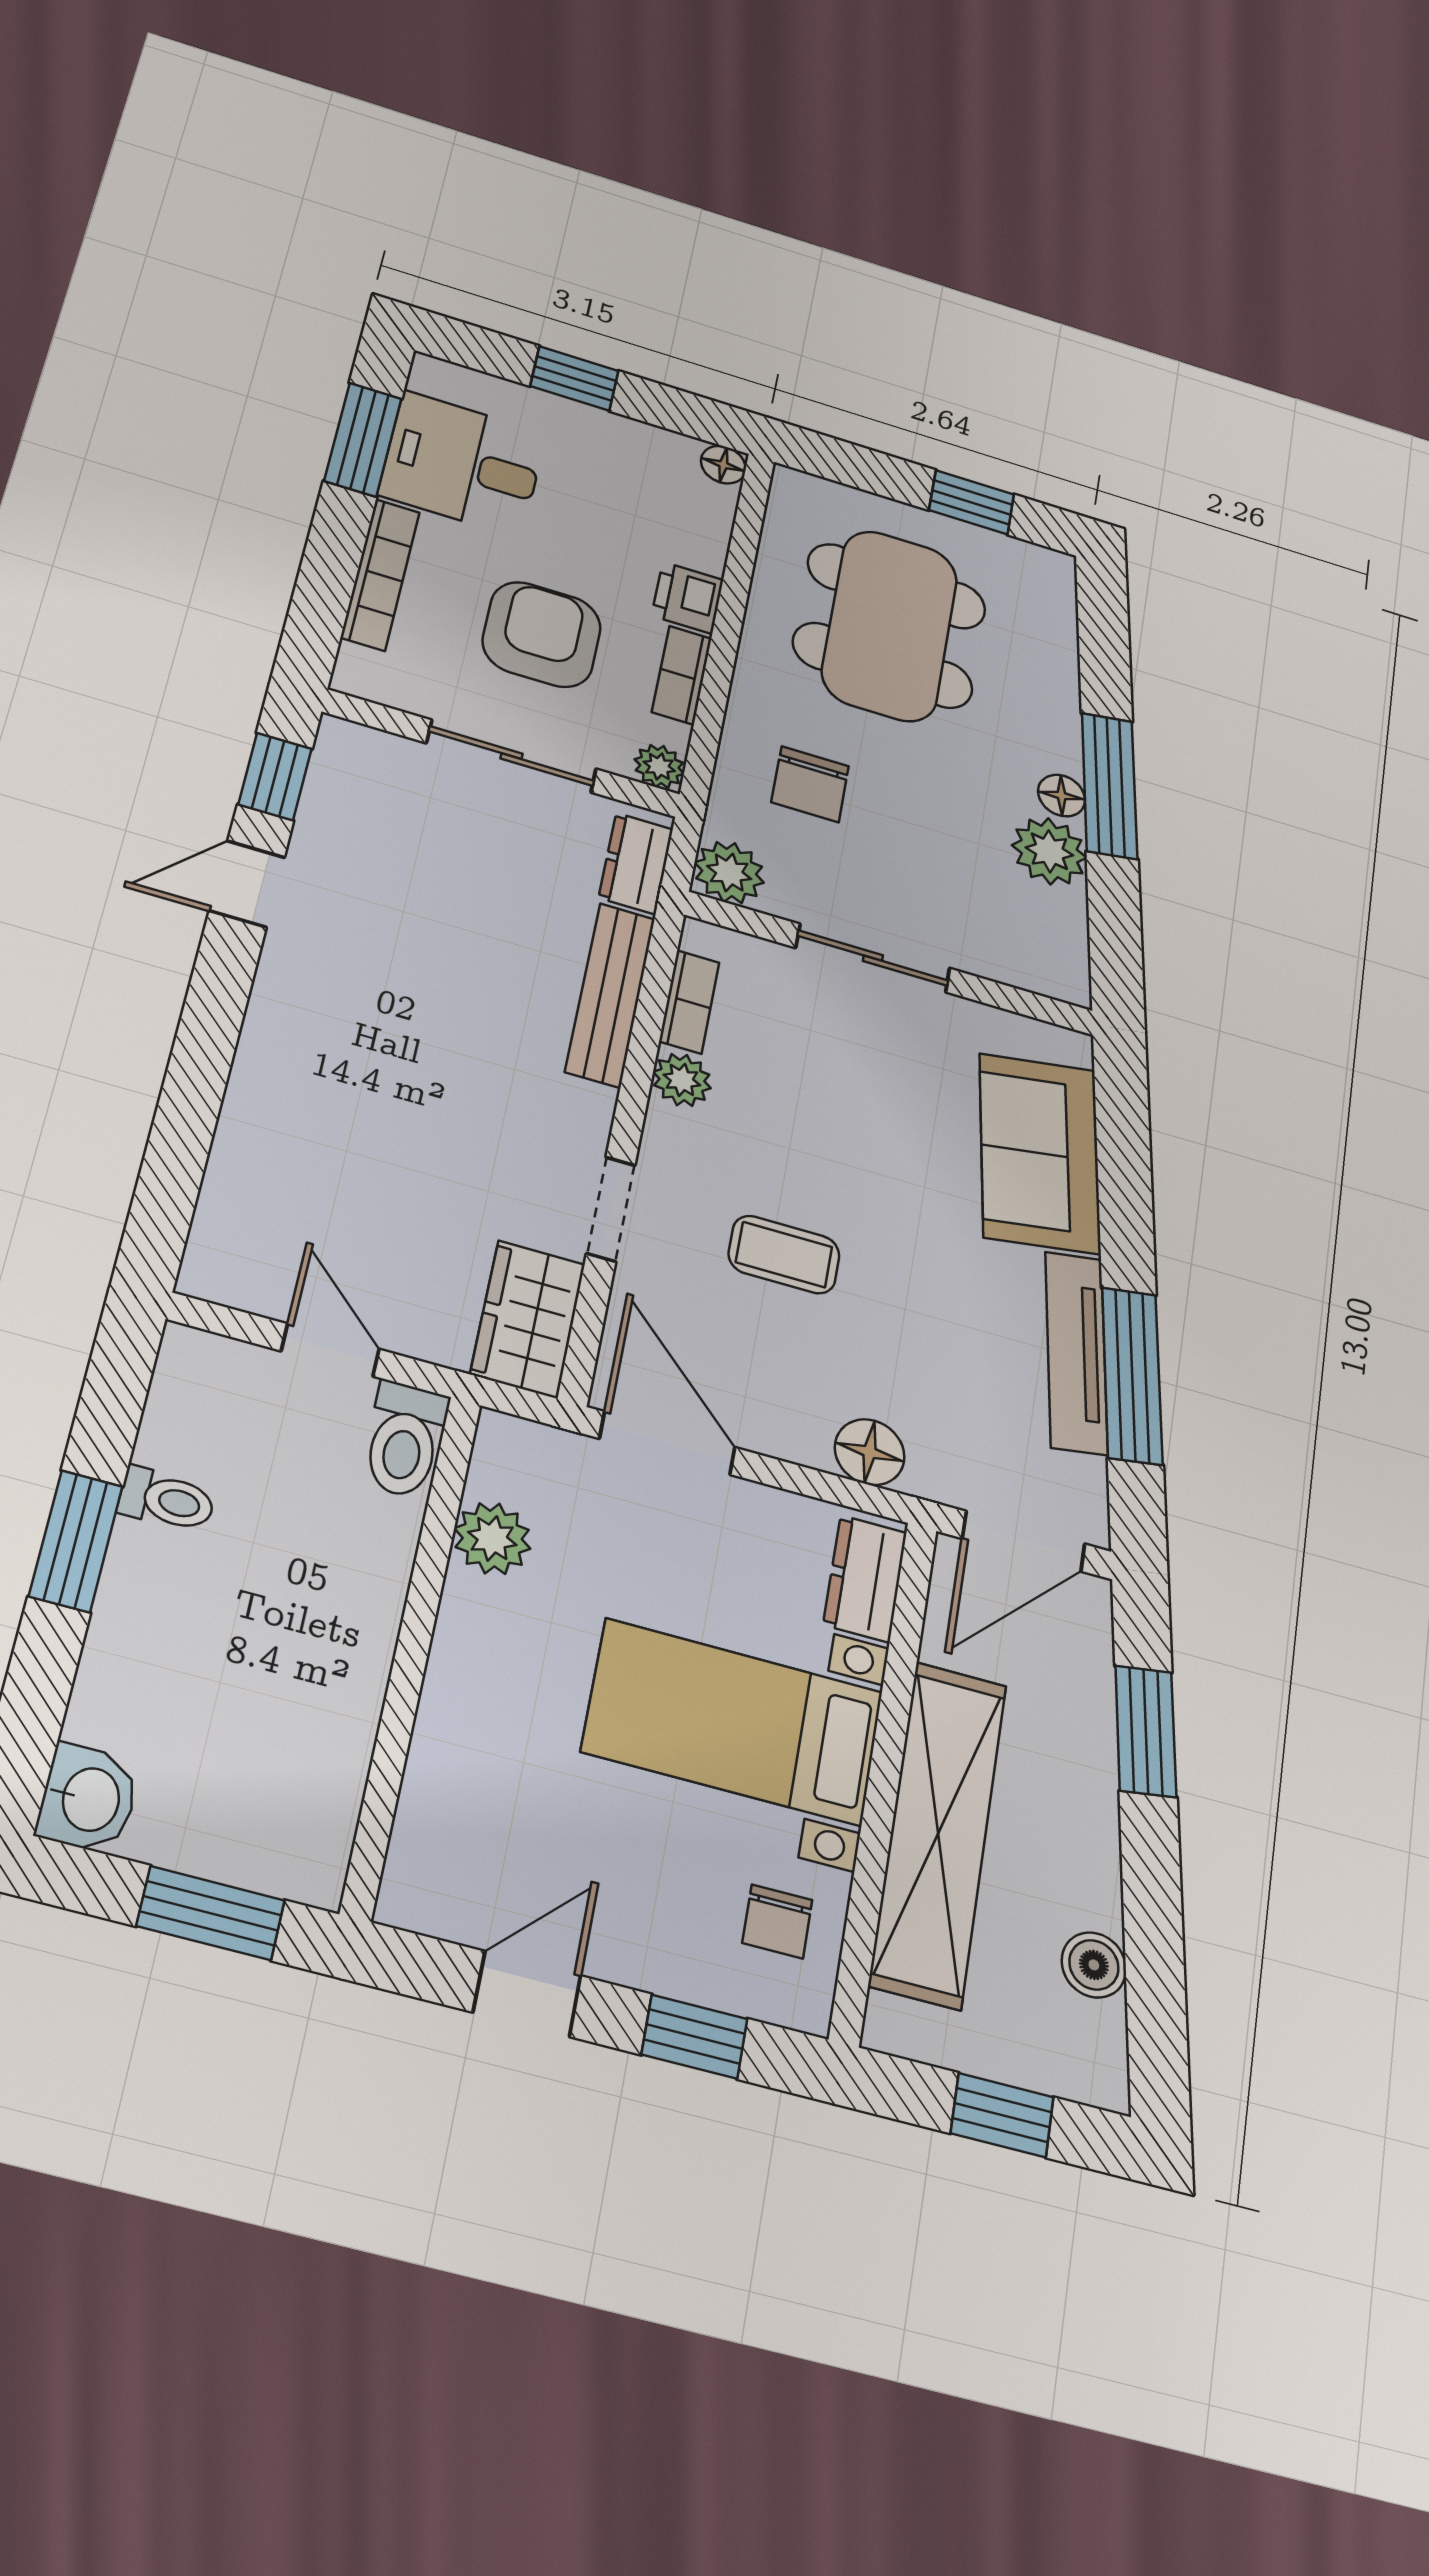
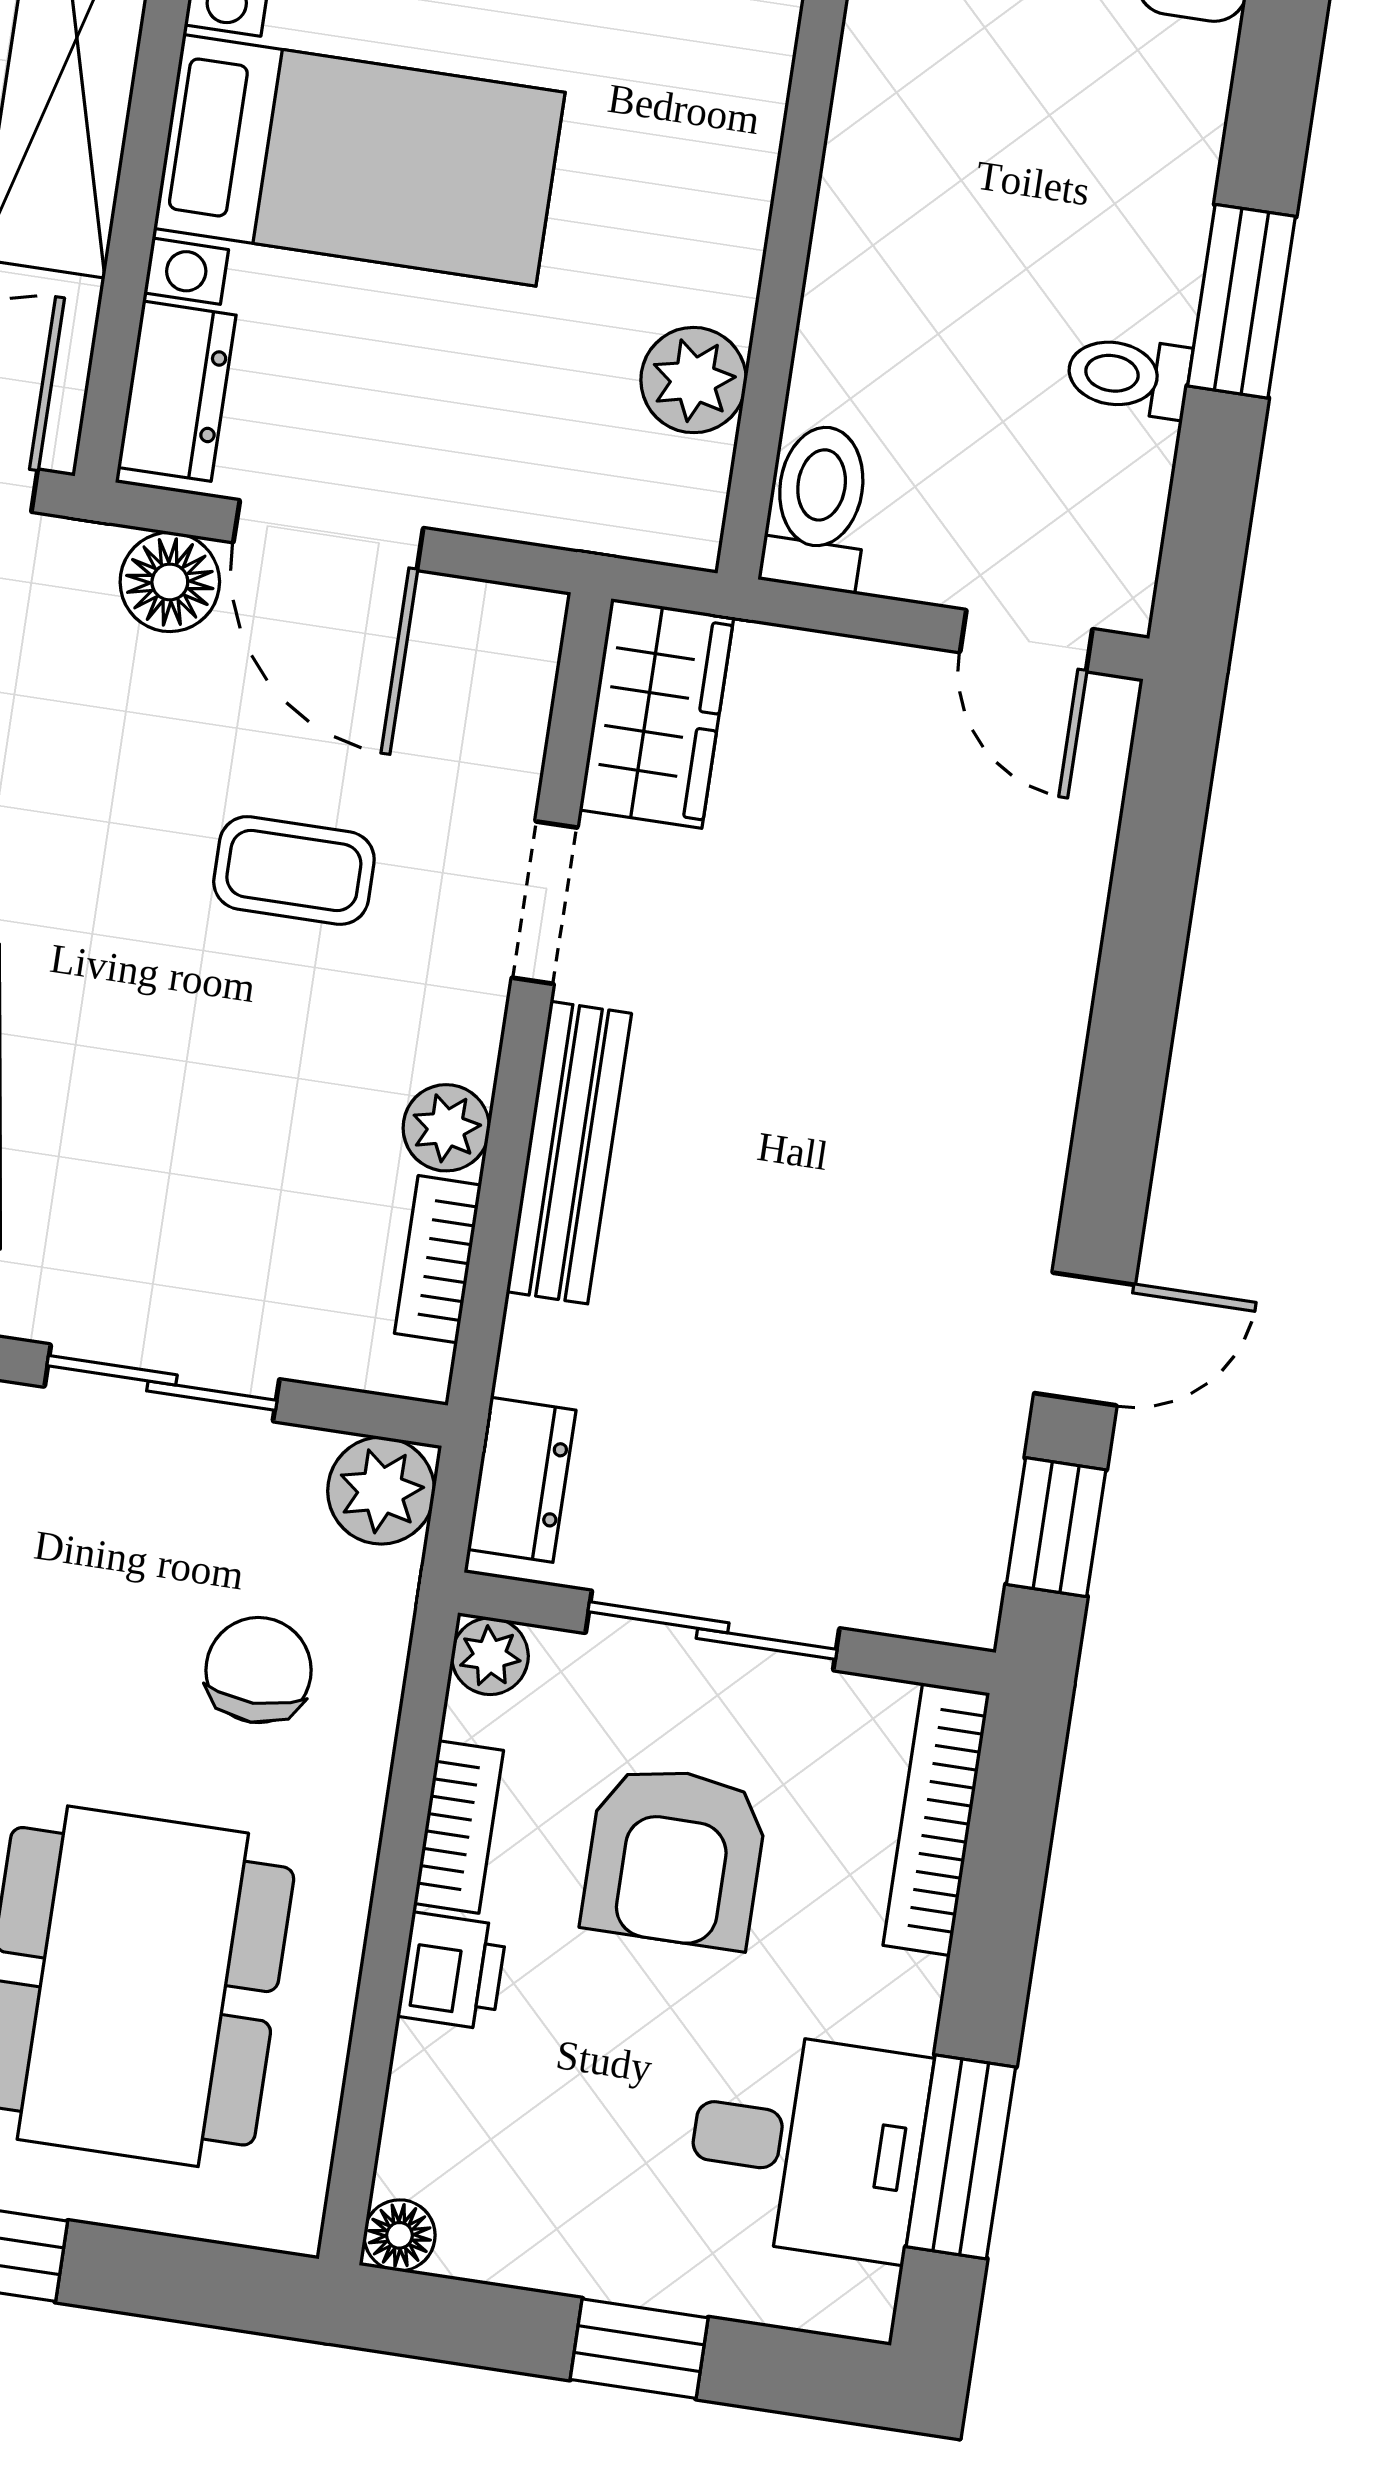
bookcase: (380, 575) -> (936, 1819), moved
bench: (610, 995) -> (569, 1153), moved
door: (330, 1350) -> (1026, 641), moved
door: (667, 1443) -> (328, 535), moved

